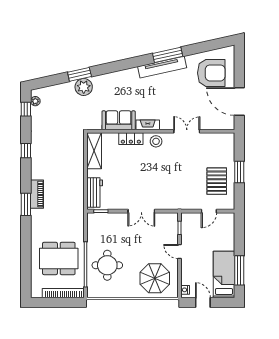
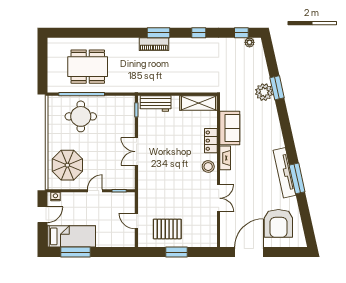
window: (26, 204) -> (159, 33), moved
dining table: (59, 258) -> (88, 67), turned 90
bookcase: (63, 293) -> (52, 71), removed

